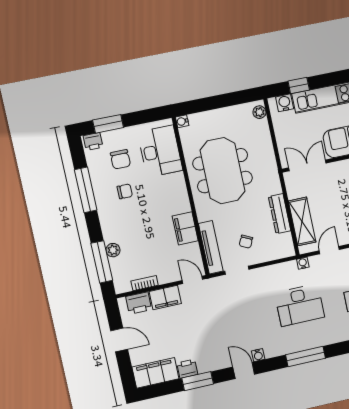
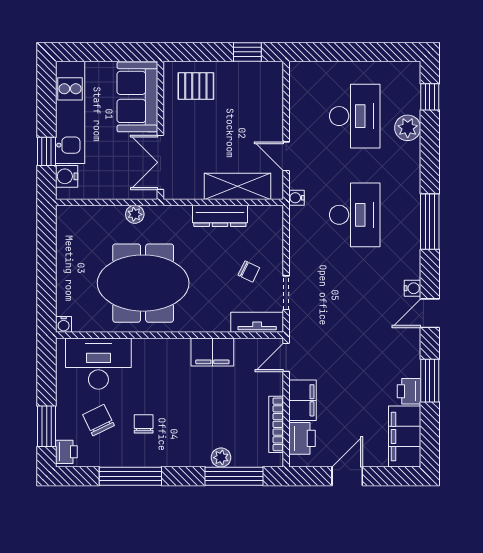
plant: (259, 112) -> (135, 214), moved
chair: (120, 159) -> (98, 420), turned -116
tv unit: (211, 247) -> (257, 322), width x0.71
bookcase: (145, 283) -> (276, 424), width x1.56

